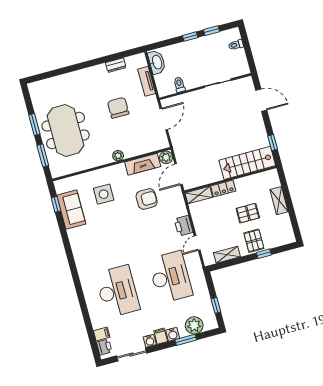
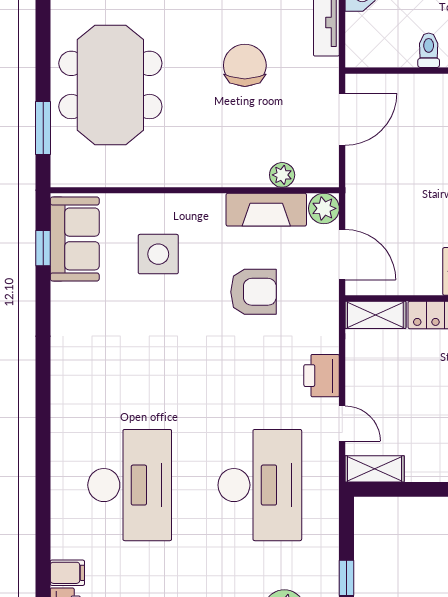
toilet: (179, 85) -> (429, 50), moved
window: (34, 124) -> (43, 52), removed
plant: (118, 156) -> (282, 175), moved
door: (179, 174) -> (342, 255), swing flipped
sofa: (71, 210) -> (75, 239), moved
door: (197, 243) -> (342, 424), swing flipped
shelving: (227, 255) -> (375, 469), moved

